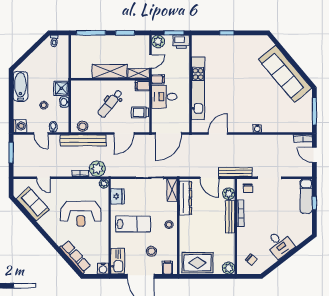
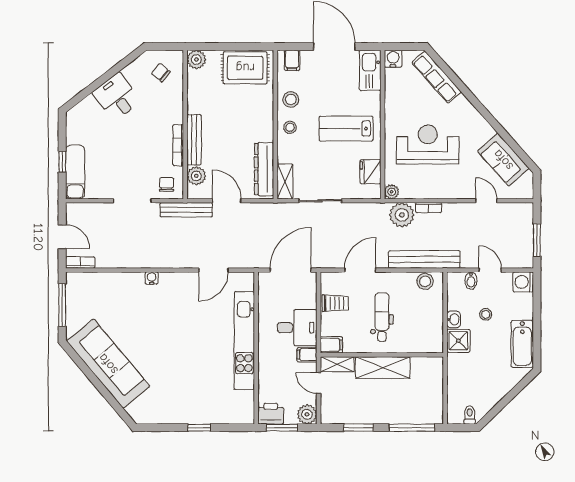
door: (151, 61) -> (319, 383), hinge flipped
dental chair: (110, 104) -> (382, 317), turned -39
stool: (152, 251) -> (291, 99), moved

